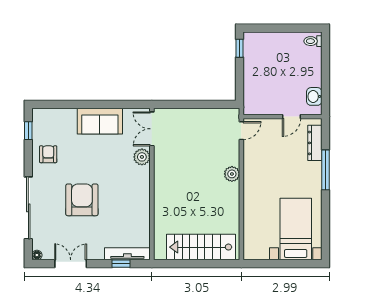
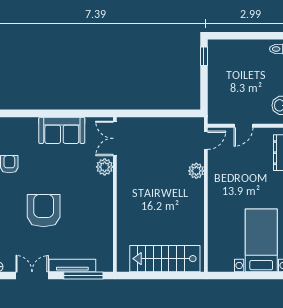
door: (291, 117) -> (244, 126), moved
plant: (232, 174) -> (196, 171), moved
tv unit: (127, 254) -> (72, 265), moved
window: (121, 264) -> (83, 275), width x2.17

